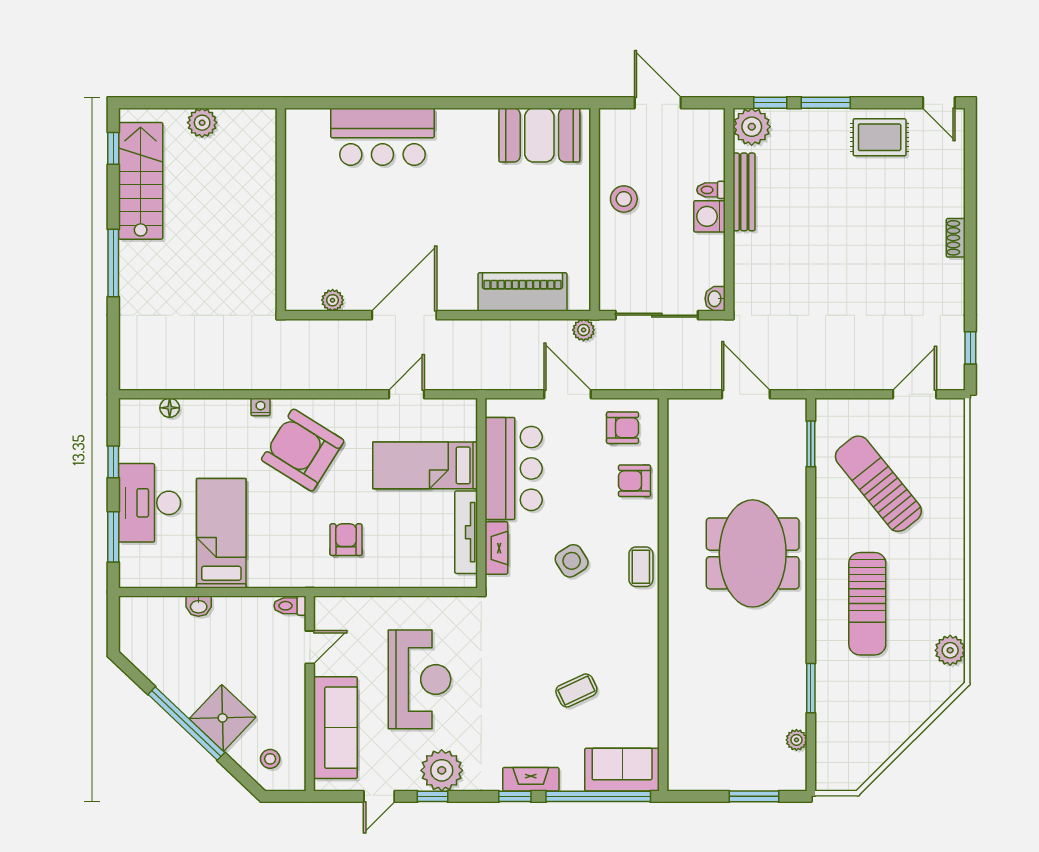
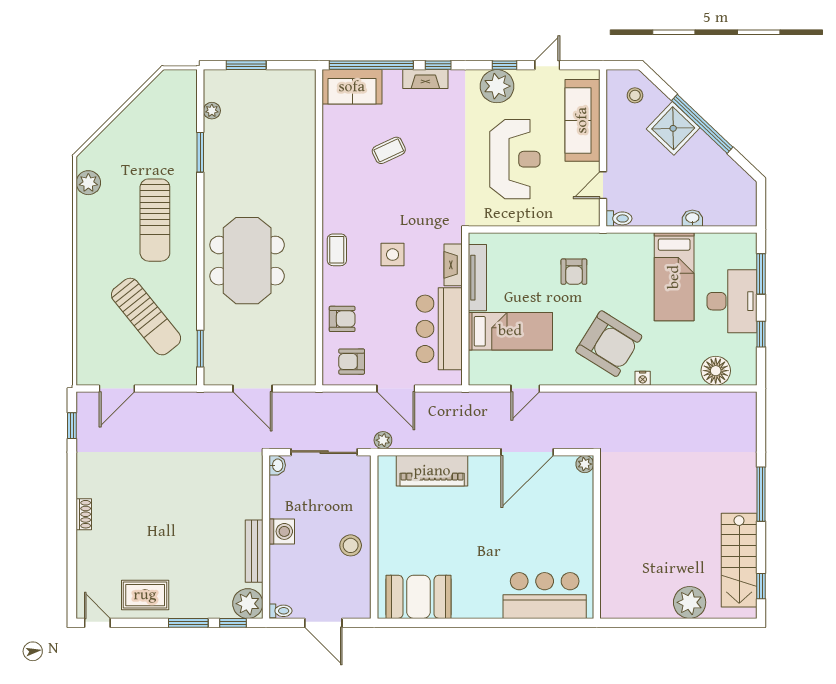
plant: (202, 123) -> (690, 602), width x1.36, depth x1.36
toilet: (711, 190) -> (281, 611), moved
wall: (281, 210) -> (597, 537), moved
floor lamp: (170, 408) -> (716, 371), width x1.89, depth x1.89
side table: (572, 561) -> (393, 255), turned 32
sun lounger: (867, 604) -> (155, 220), turned 180
reception desk: (420, 679) -> (515, 159), turned 180

